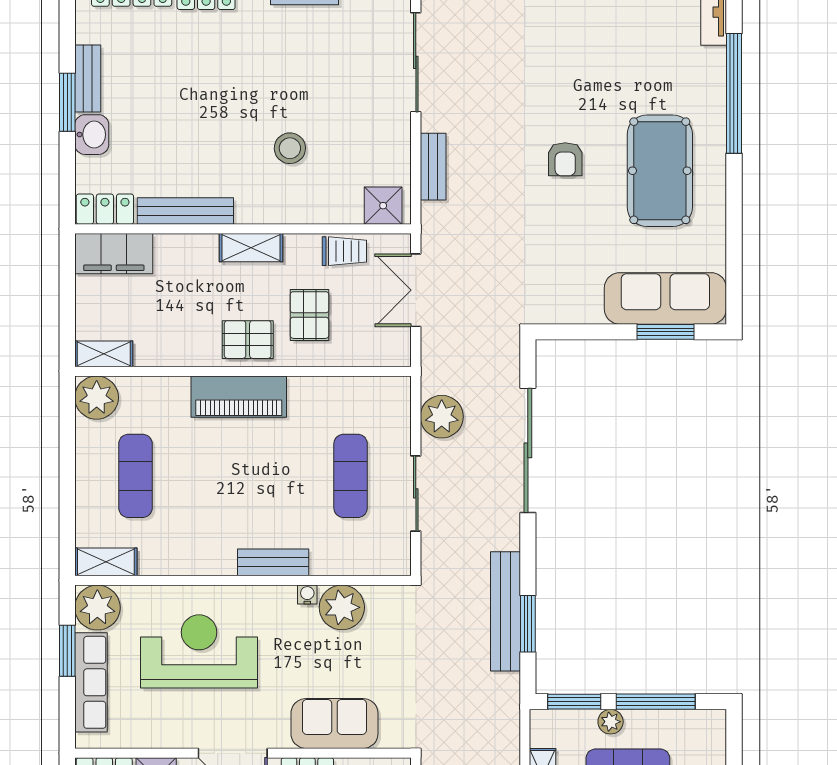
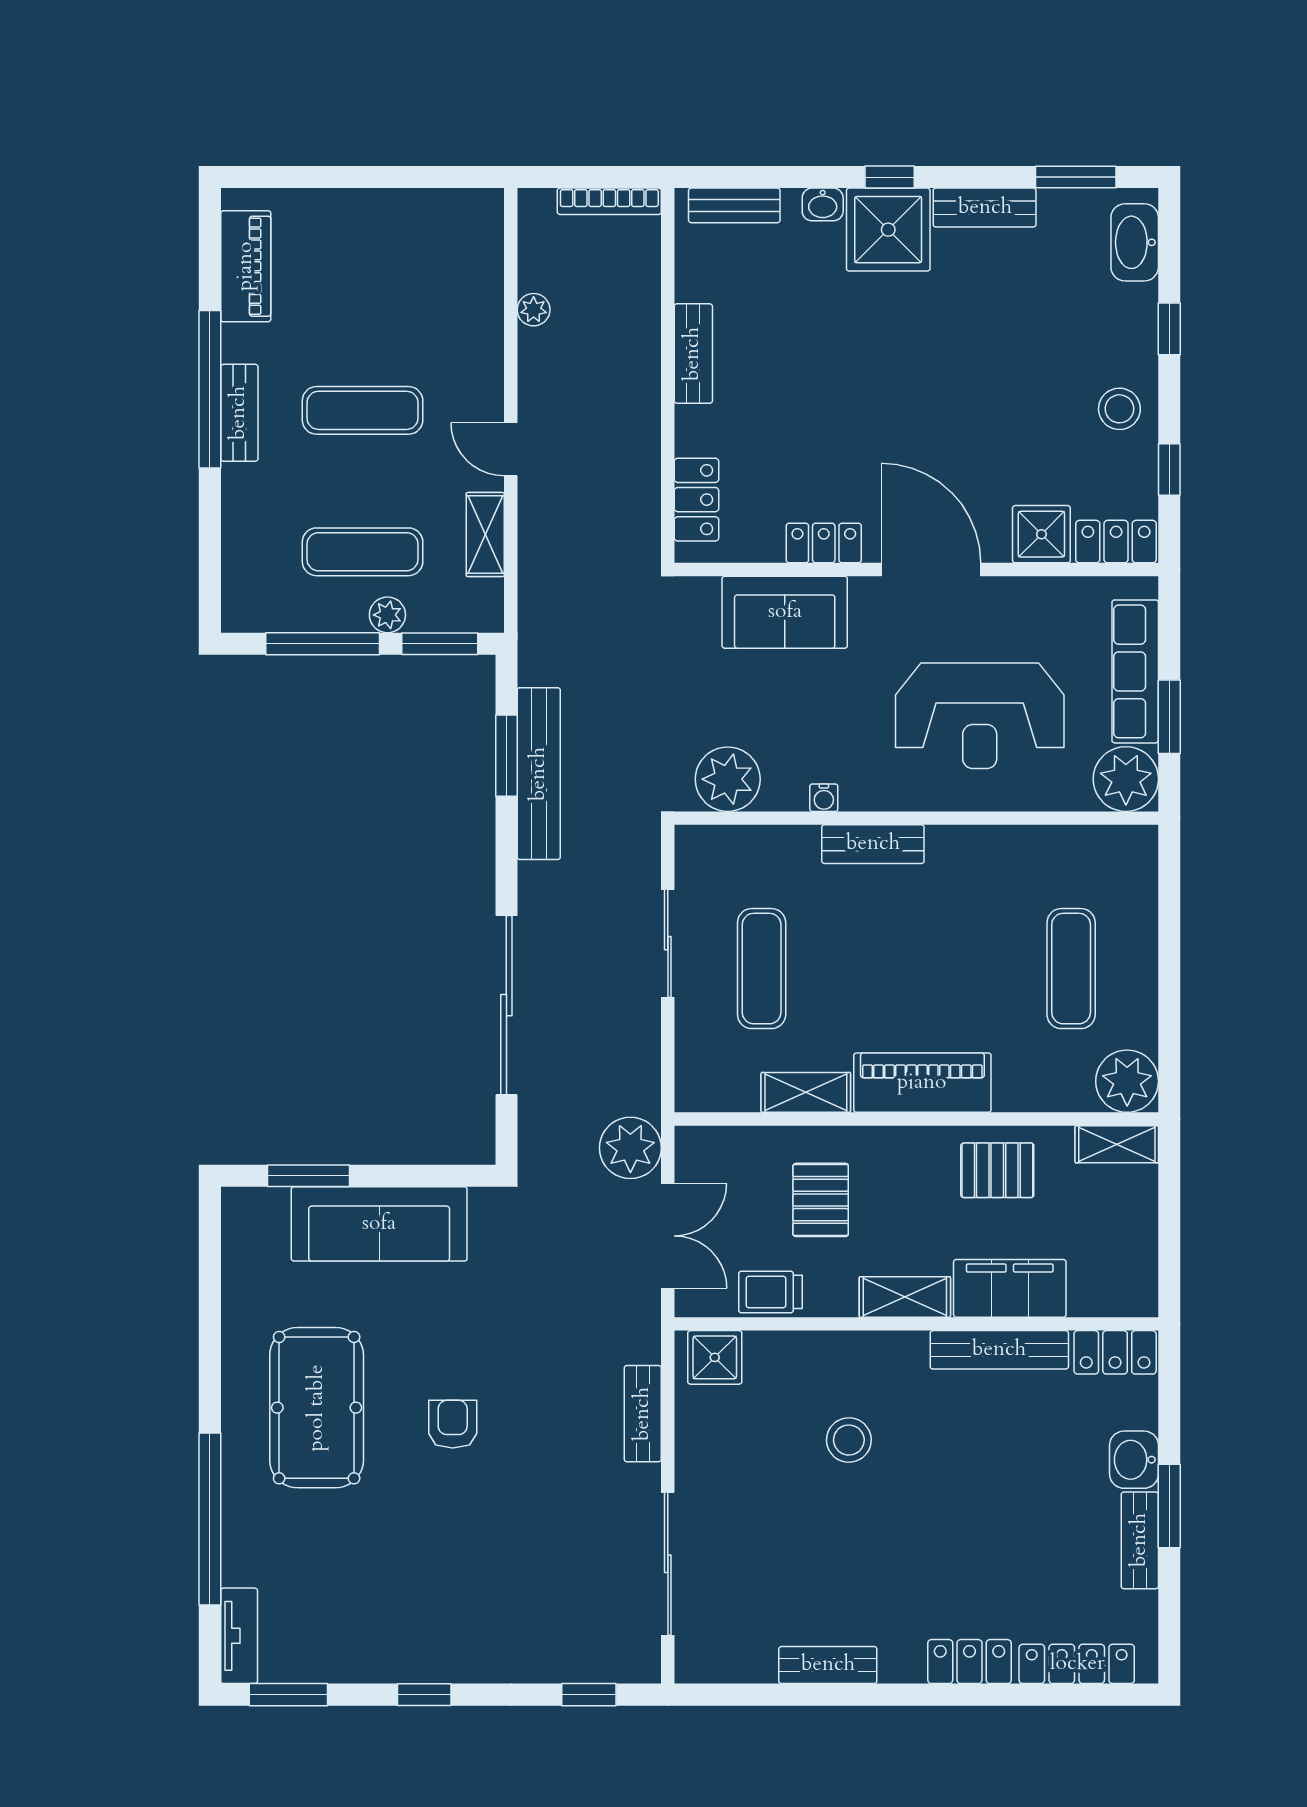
filing cabinet: (114, 254) -> (1010, 1288), moved
sofa: (665, 298) -> (379, 1224), moved
pallet: (248, 340) -> (997, 1170), moved
plant: (442, 417) -> (630, 1148), moved
shelving: (106, 562) -> (806, 1092), moved
plant: (342, 607) -> (728, 779), moved

